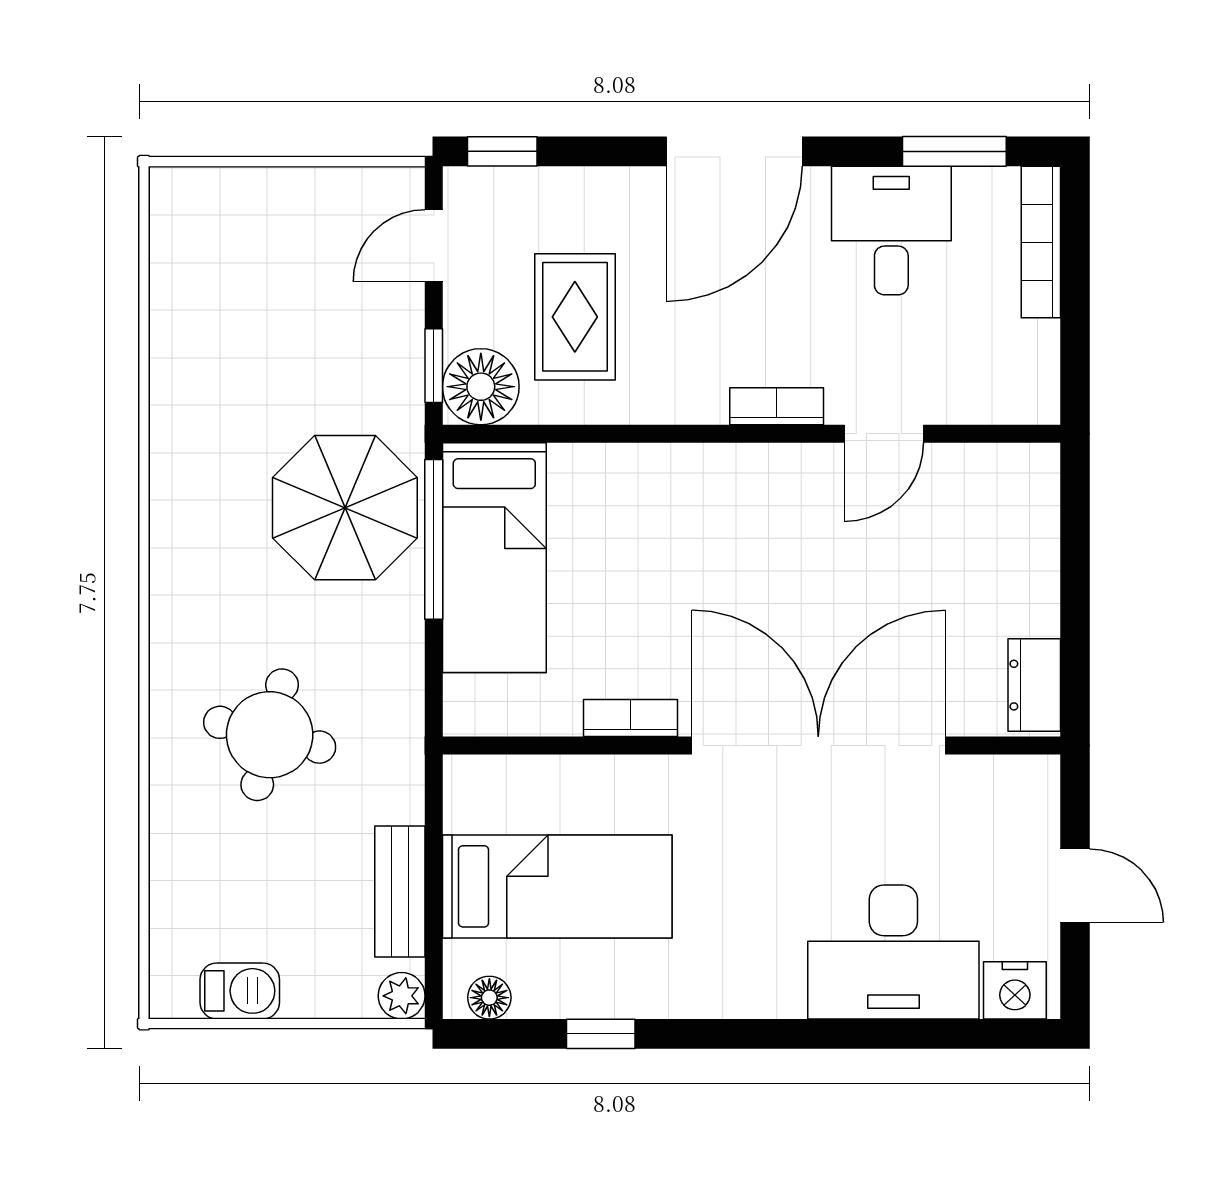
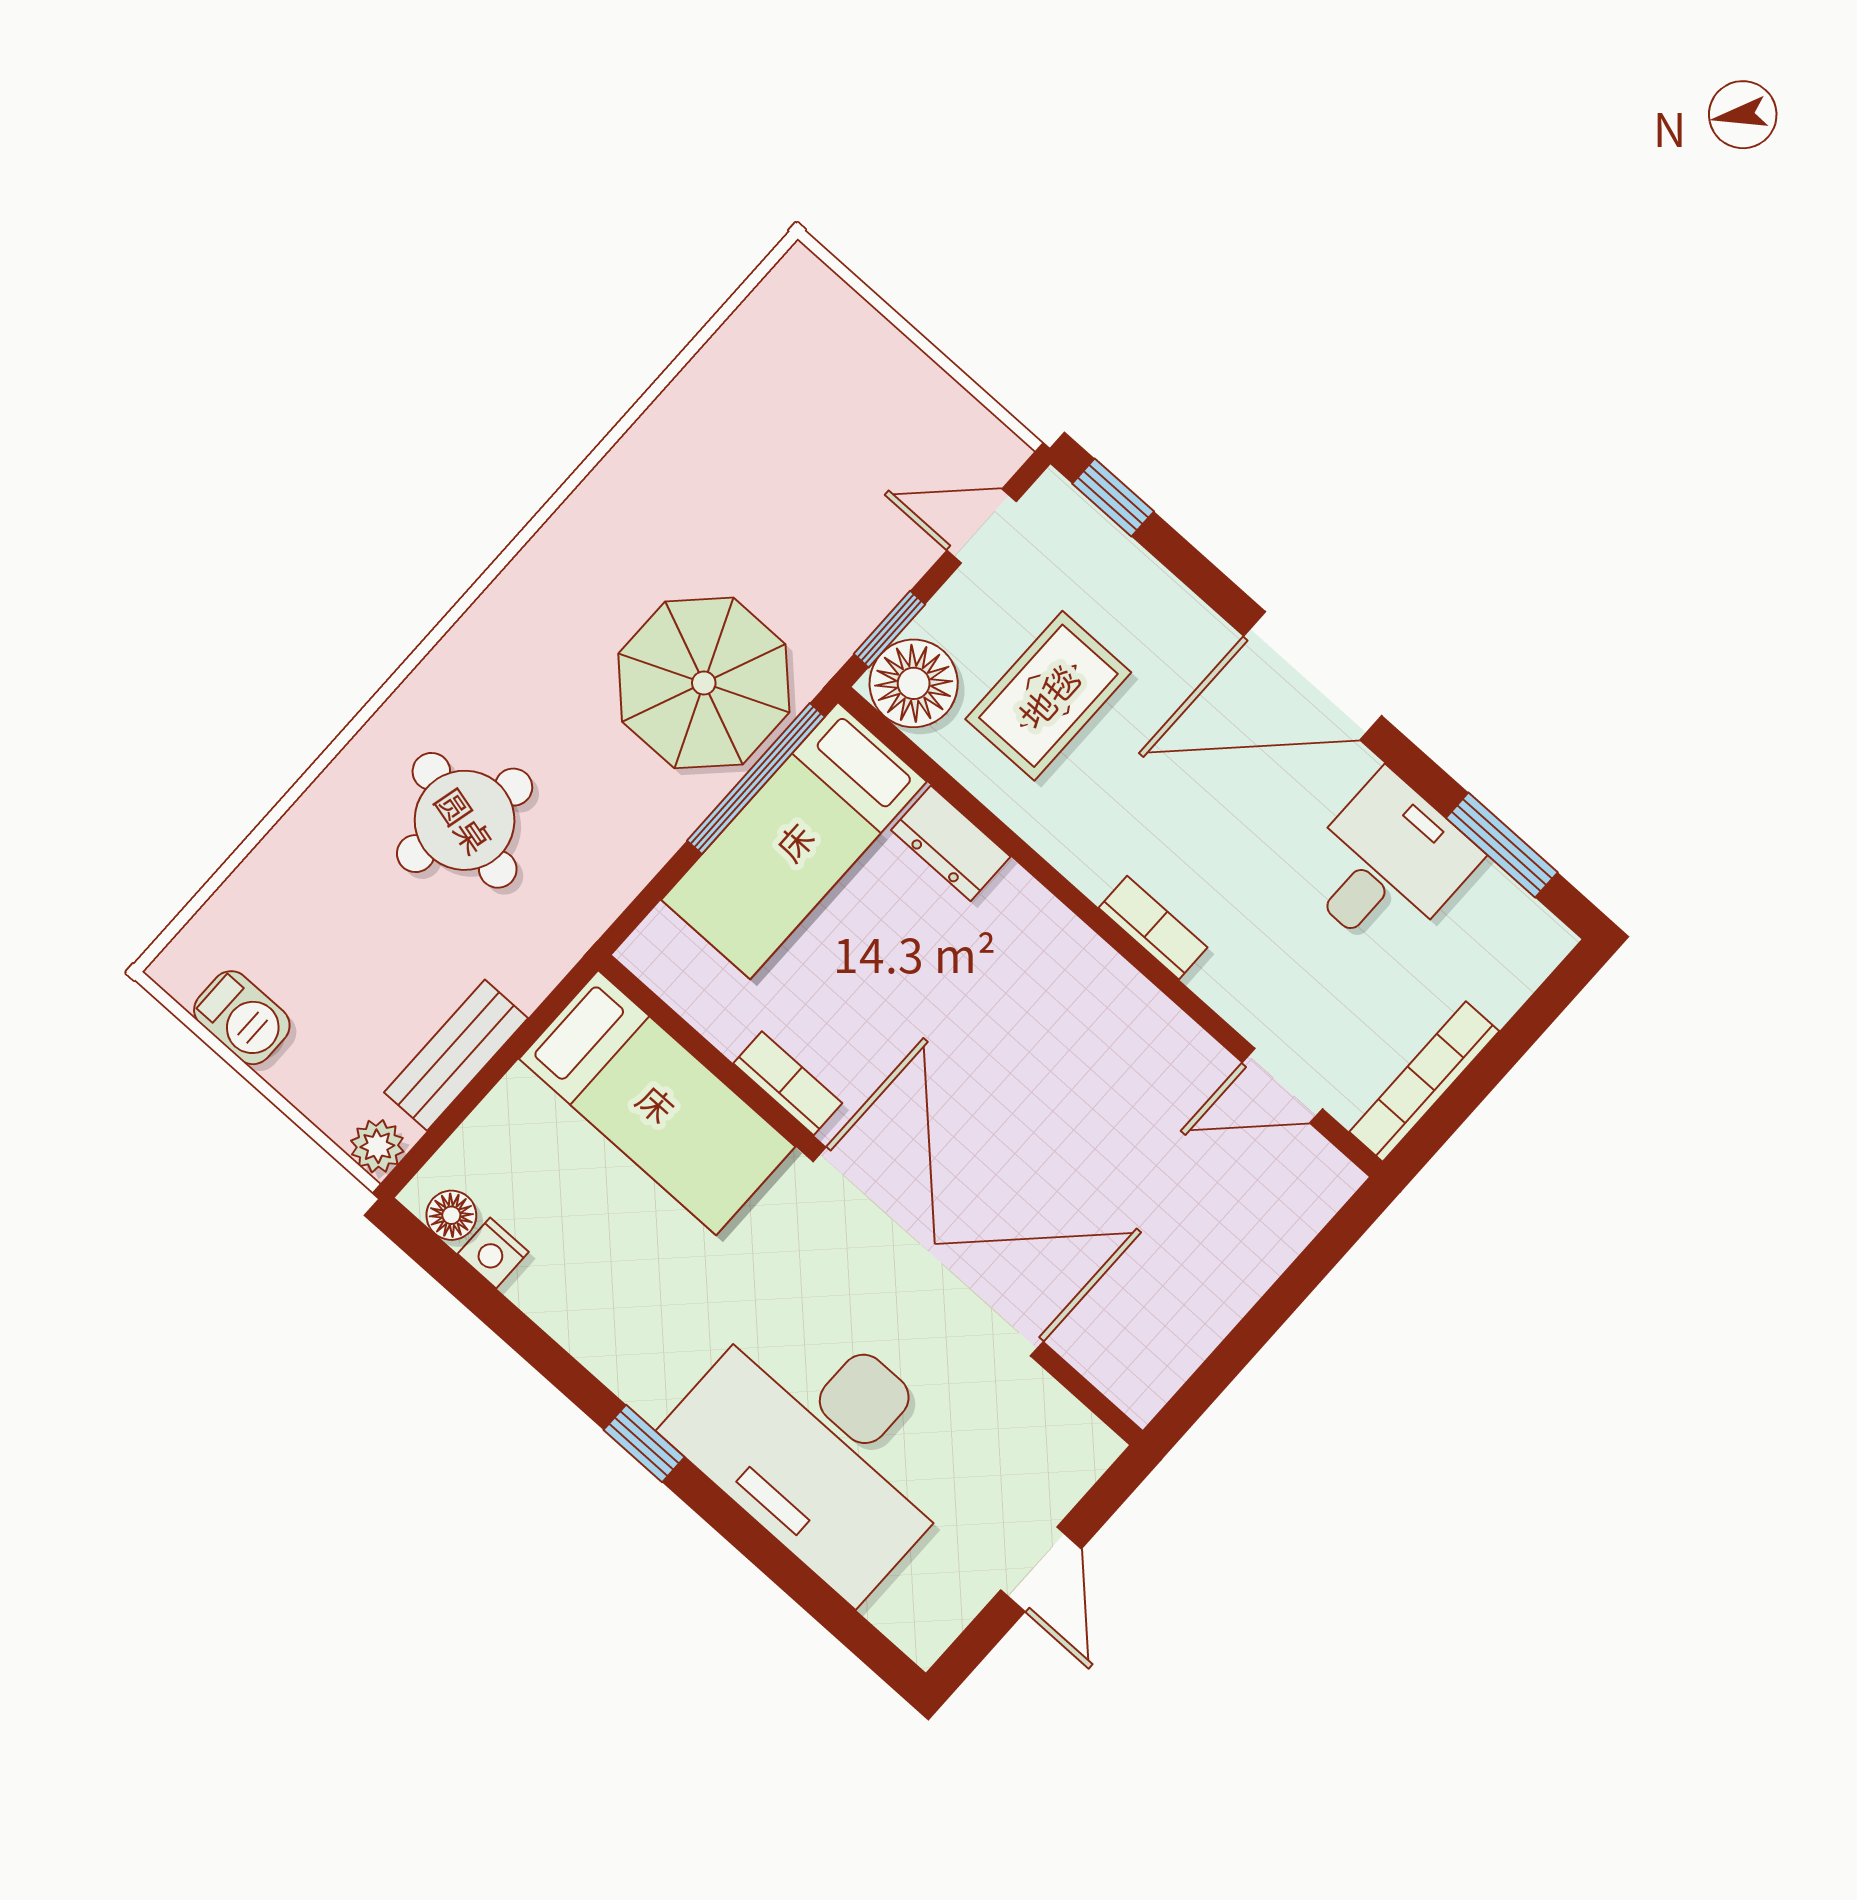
bookcase: (1041, 242) -> (1424, 1082), moved
door: (884, 434) -> (1282, 1086), moved
dresser: (1034, 685) -> (951, 843), moved, turned -90
bed: (557, 886) -> (657, 1103), moved
desk: (893, 952) -> (823, 1445), width x1.36, depth x1.30
nightstand: (1015, 990) -> (493, 1253), moved, width x0.72, depth x0.74
window: (601, 1034) -> (644, 1444), moved

